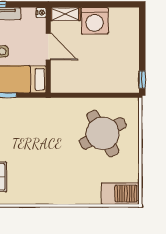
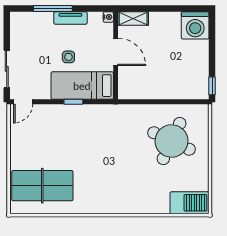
washing machine: (95, 21) -> (195, 25), moved
round table: (103, 133) -> (172, 141), turned -36

